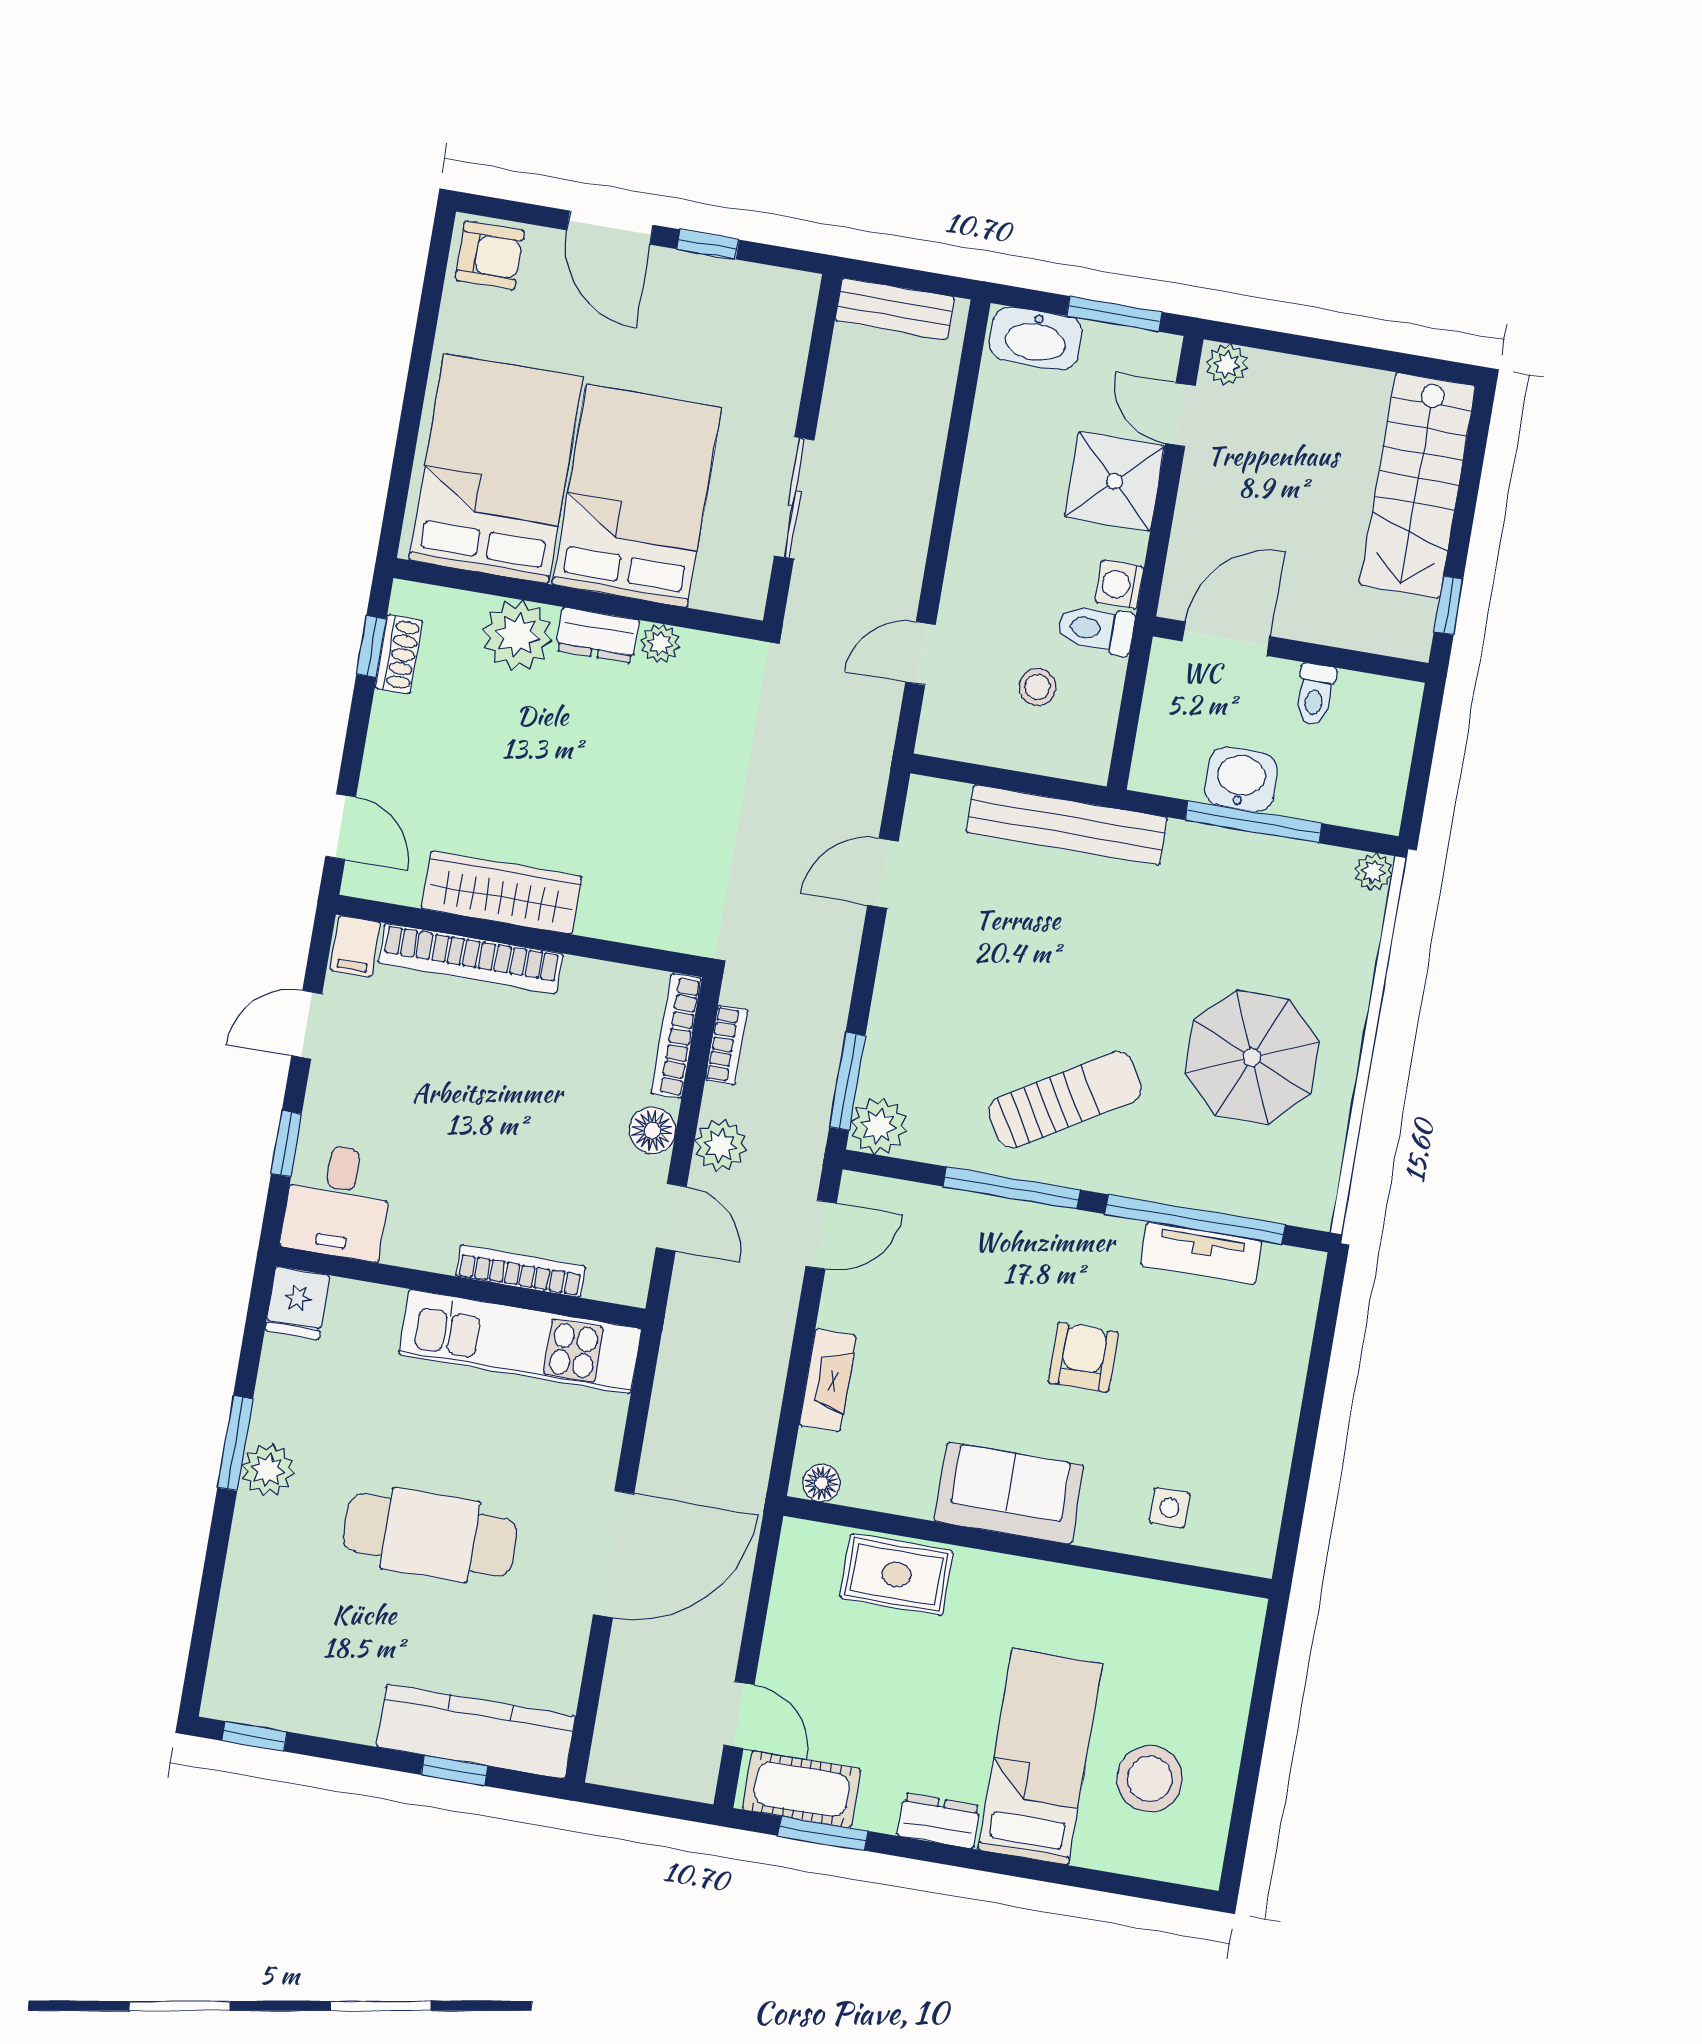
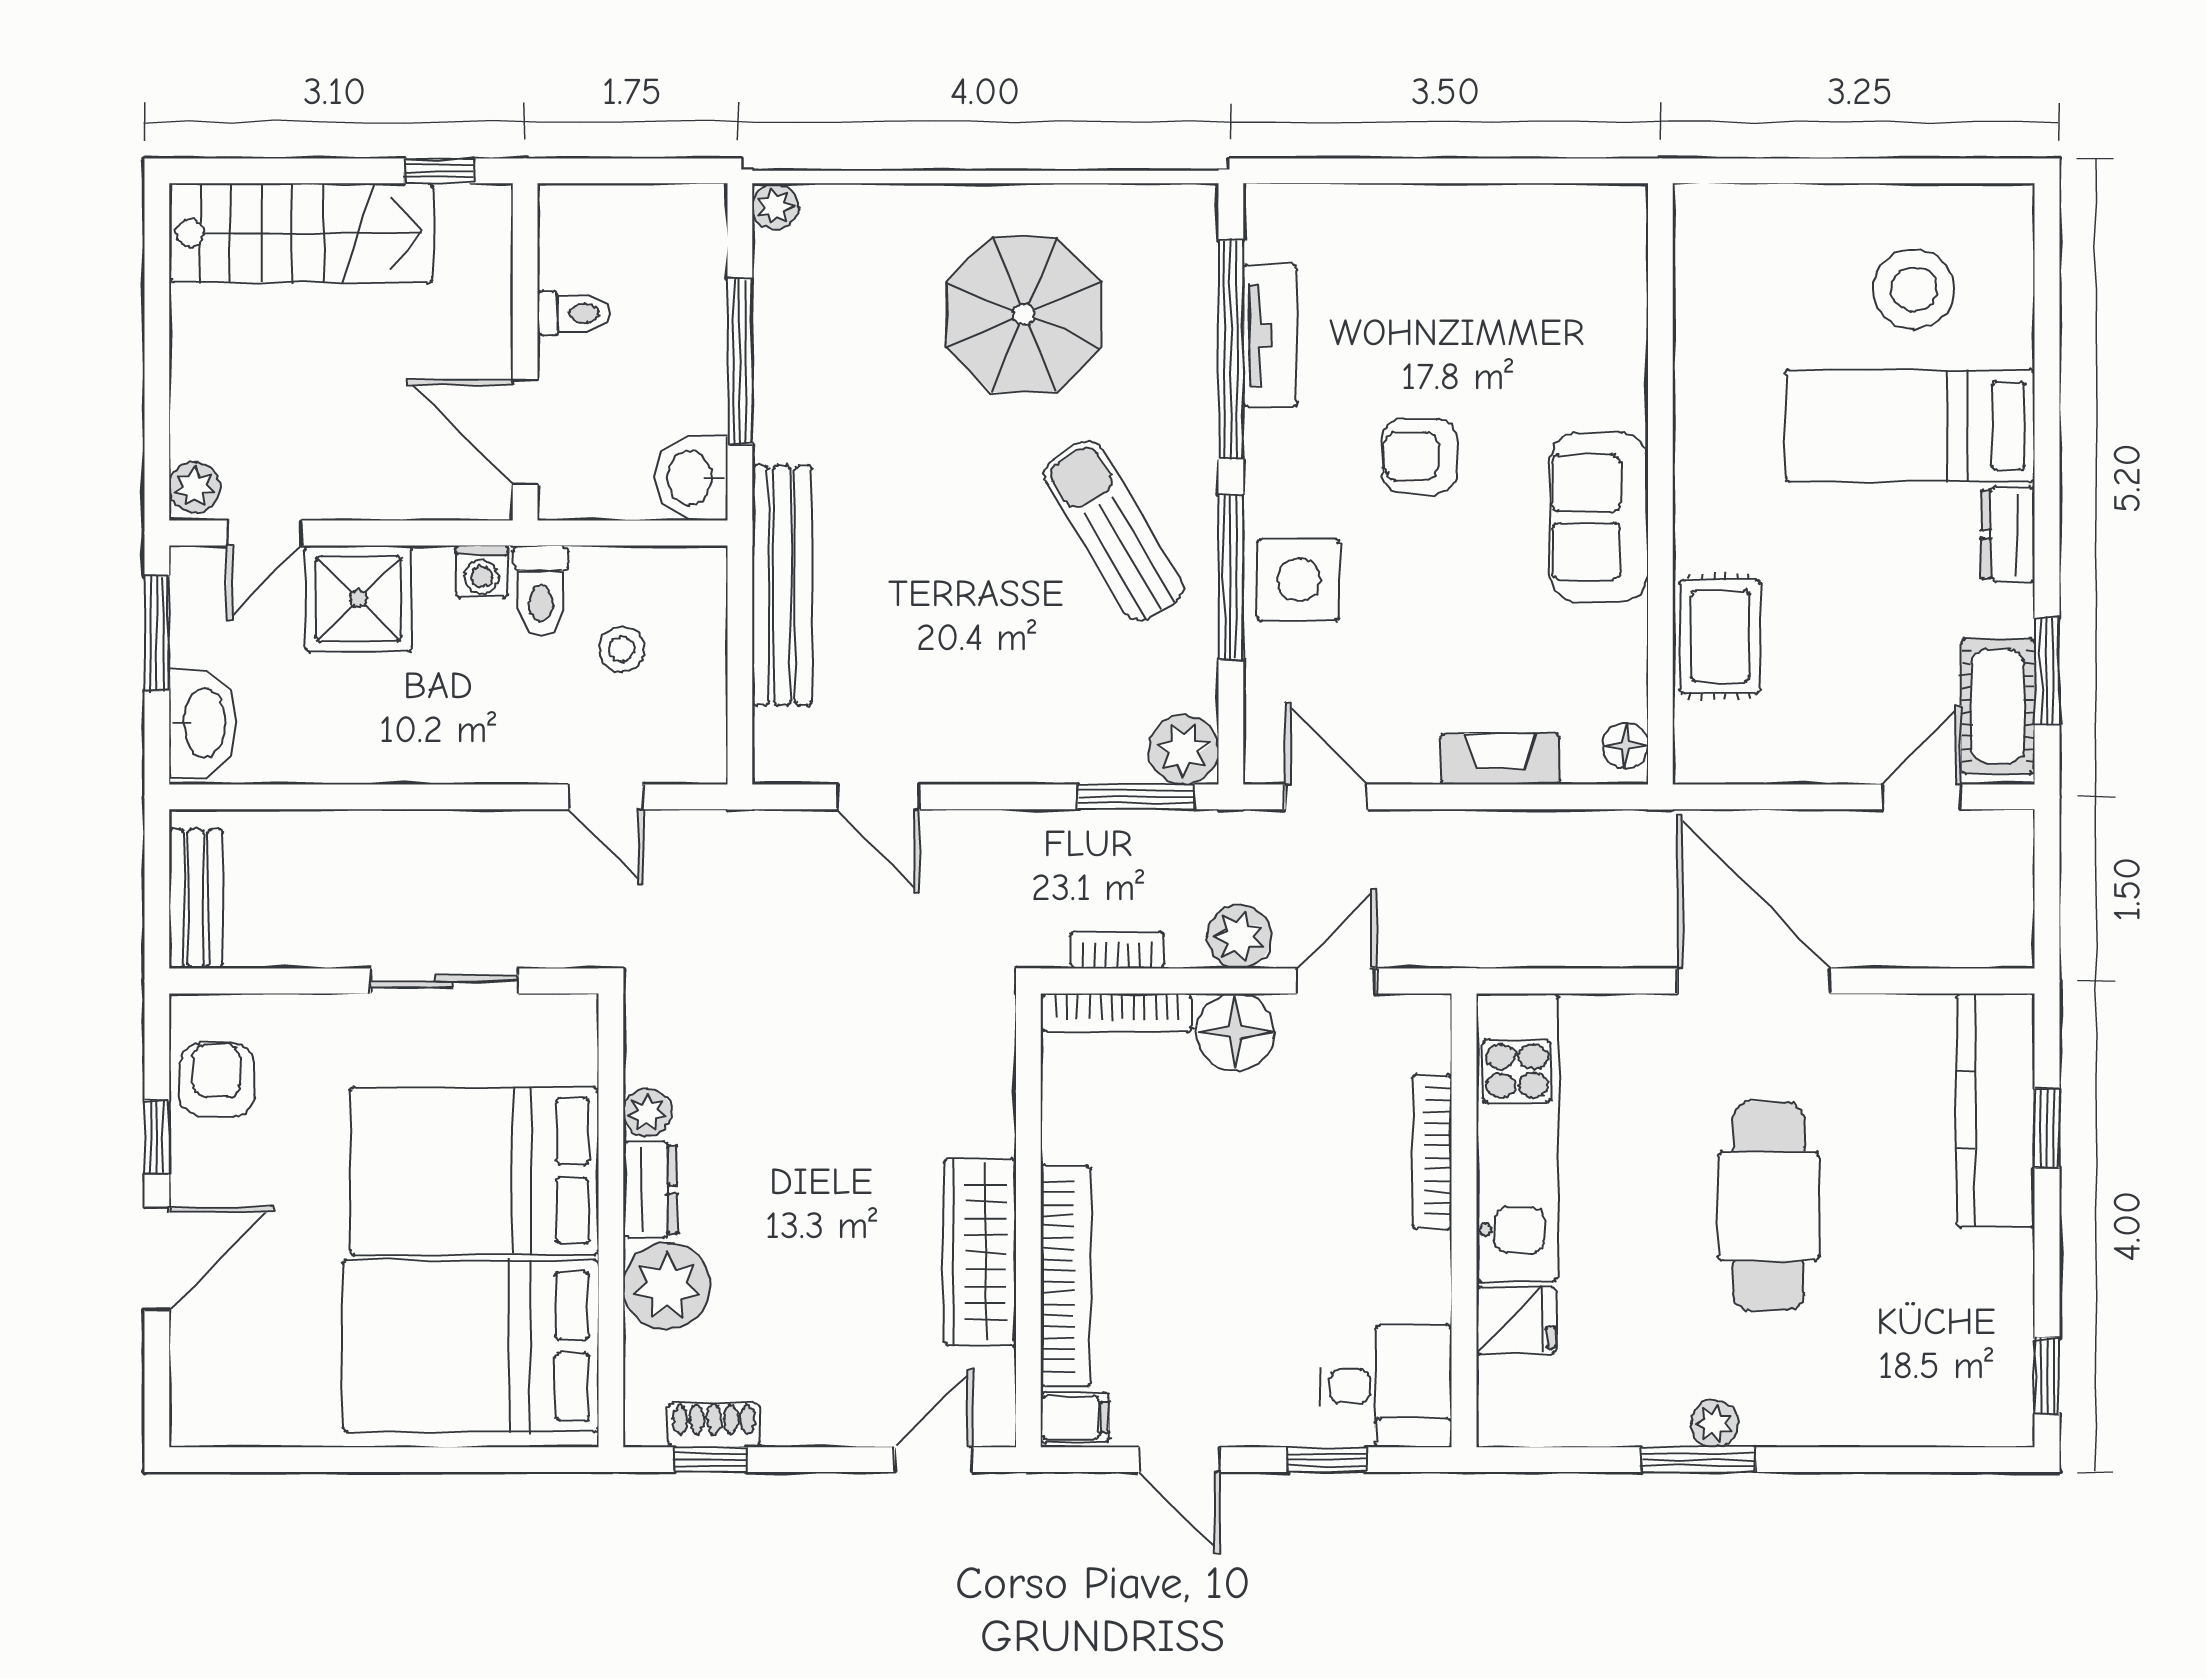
armchair: (490, 255) -> (217, 1080), moved
washbasin: (1241, 779) -> (691, 478), moved
floor lamp: (652, 1130) -> (1235, 1032), width x1.38, depth x1.38
fridge: (297, 1303) -> (1516, 1320), moved
plant: (268, 1470) -> (1714, 1424), width x0.73, depth x0.73
side table: (1169, 1508) -> (1299, 580), moved, width x1.87, depth x1.87

